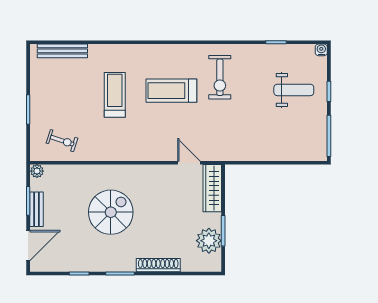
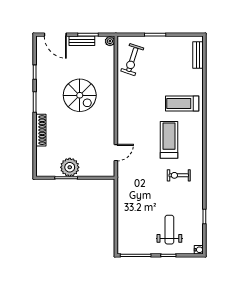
bench: (62, 51) -> (198, 55), width x0.73
exercise bike: (220, 77) -> (179, 175), width x0.73, depth x0.72
weight bench: (294, 90) -> (169, 230), turned 180
treadmill: (115, 95) -> (182, 104), moved, turned 180
exercise bike: (62, 141) -> (132, 60), width x1.38, depth x1.39
wardrobe: (212, 188) -> (97, 170), removed
plant: (209, 241) -> (70, 167), moved

